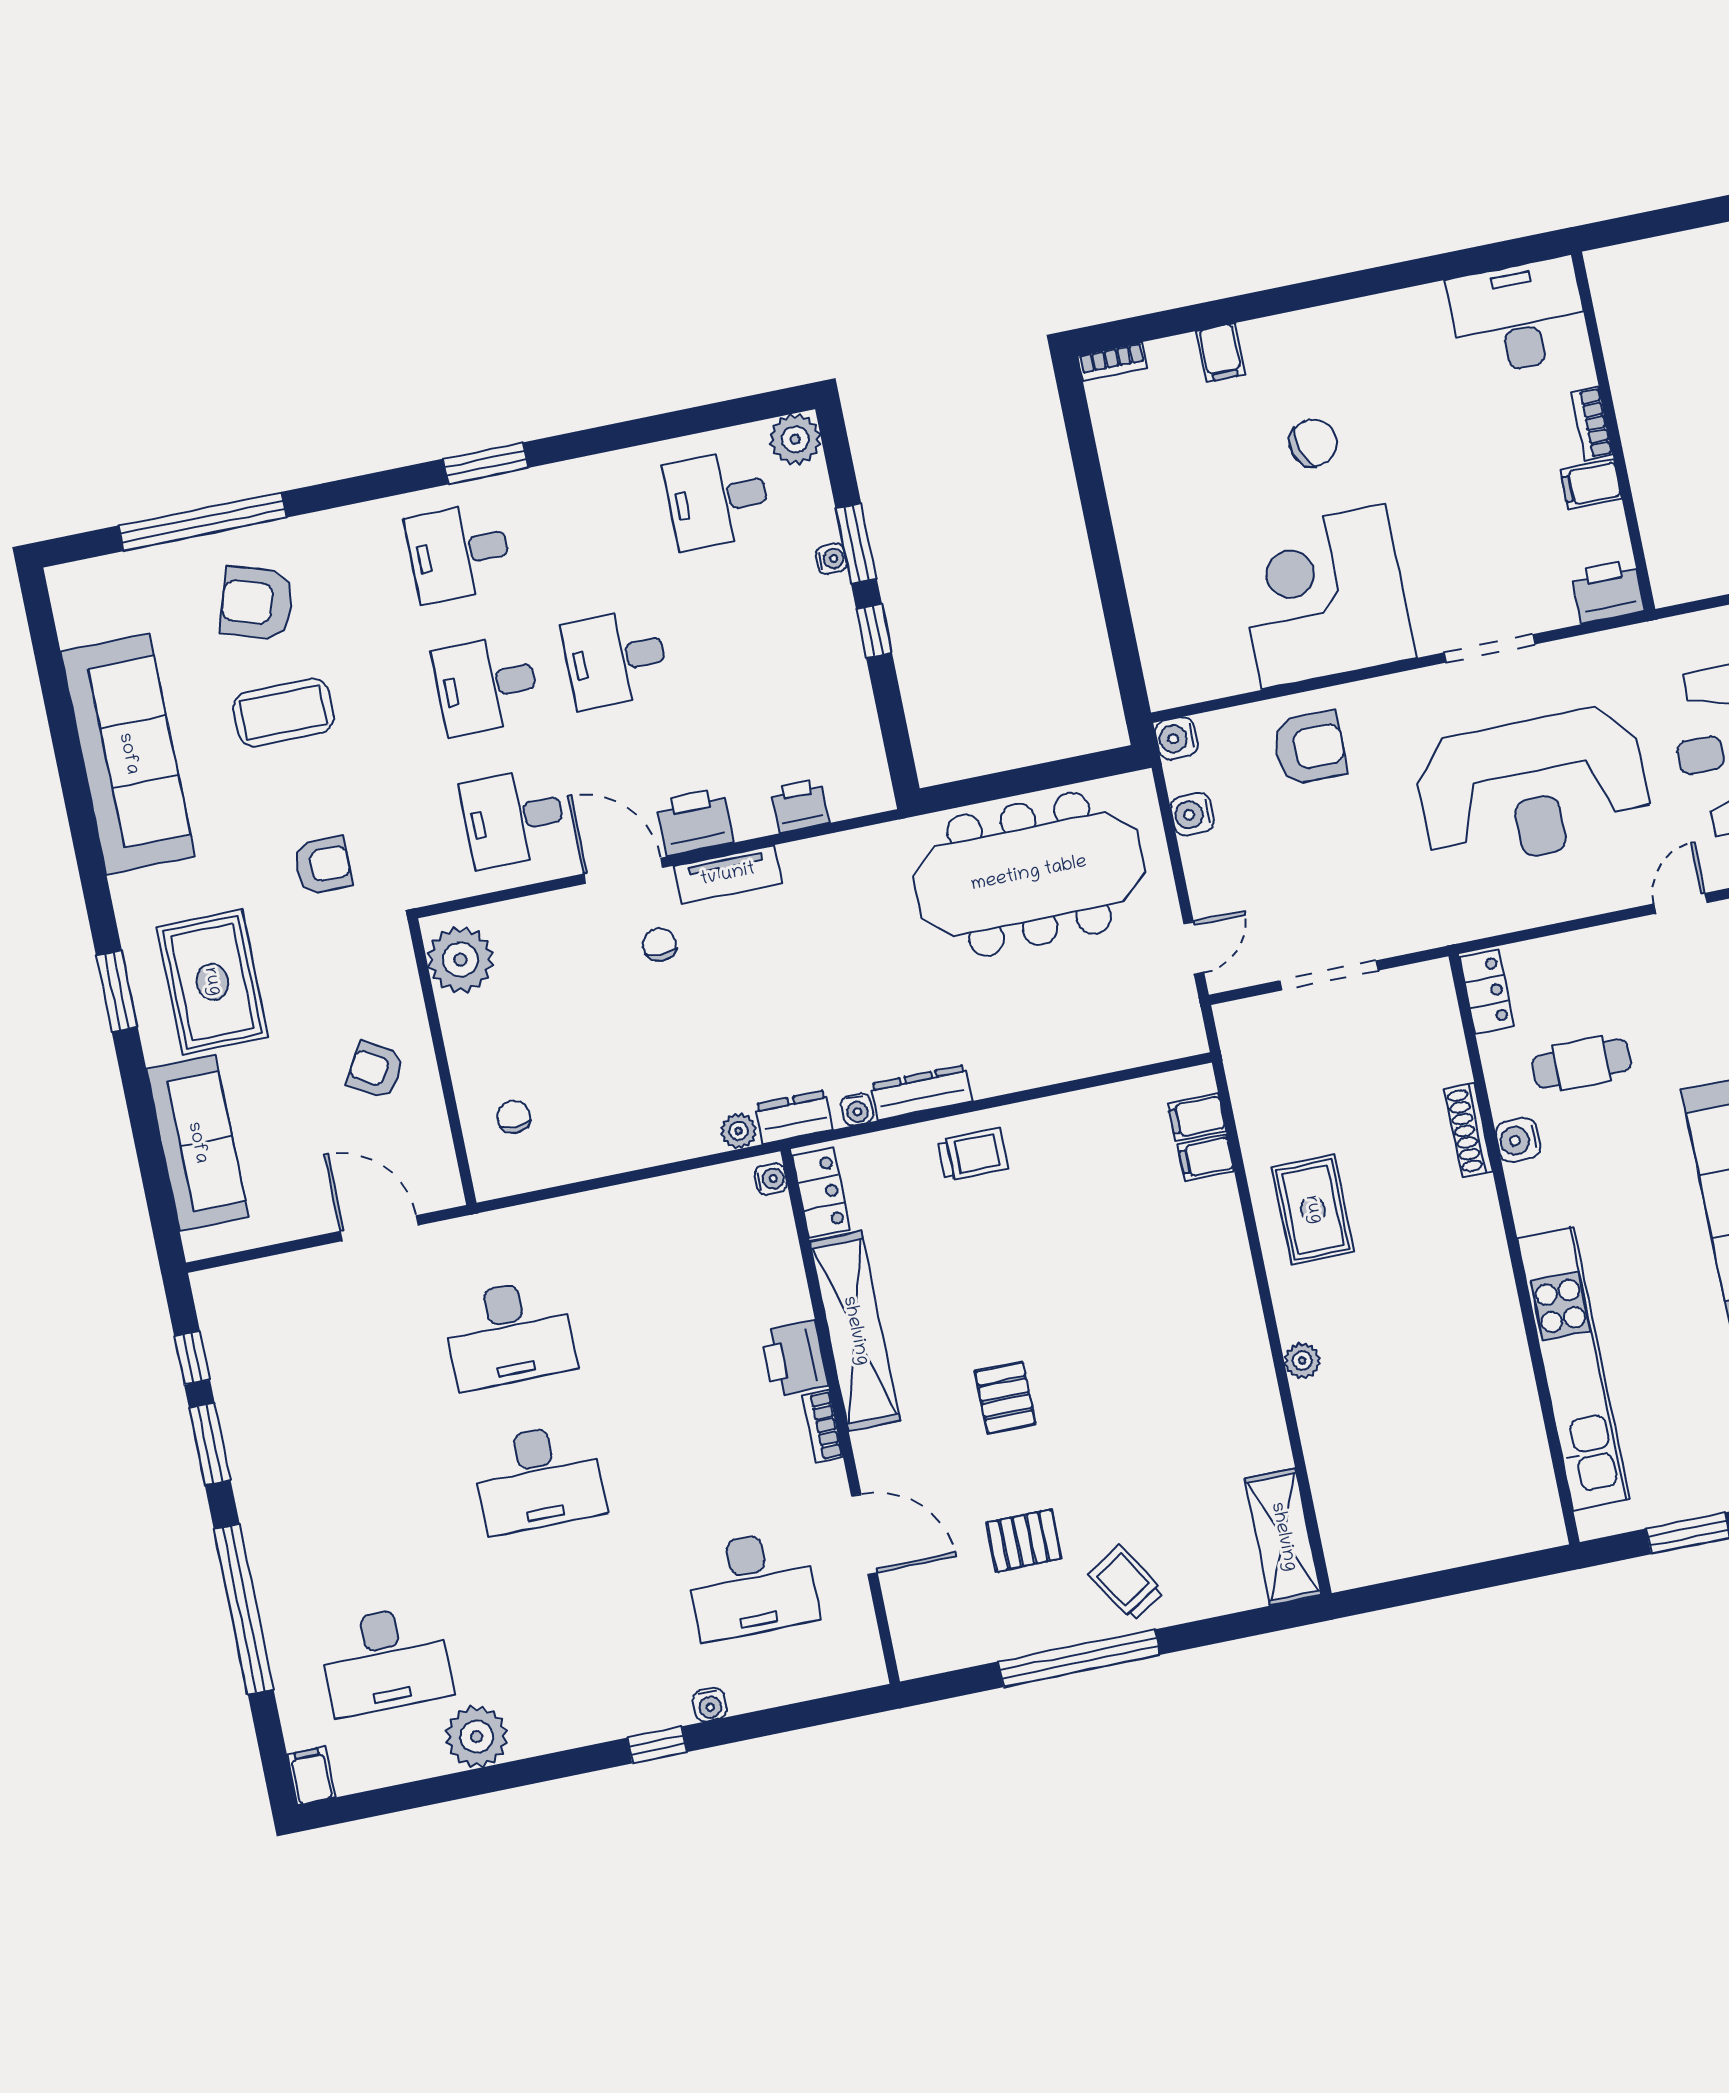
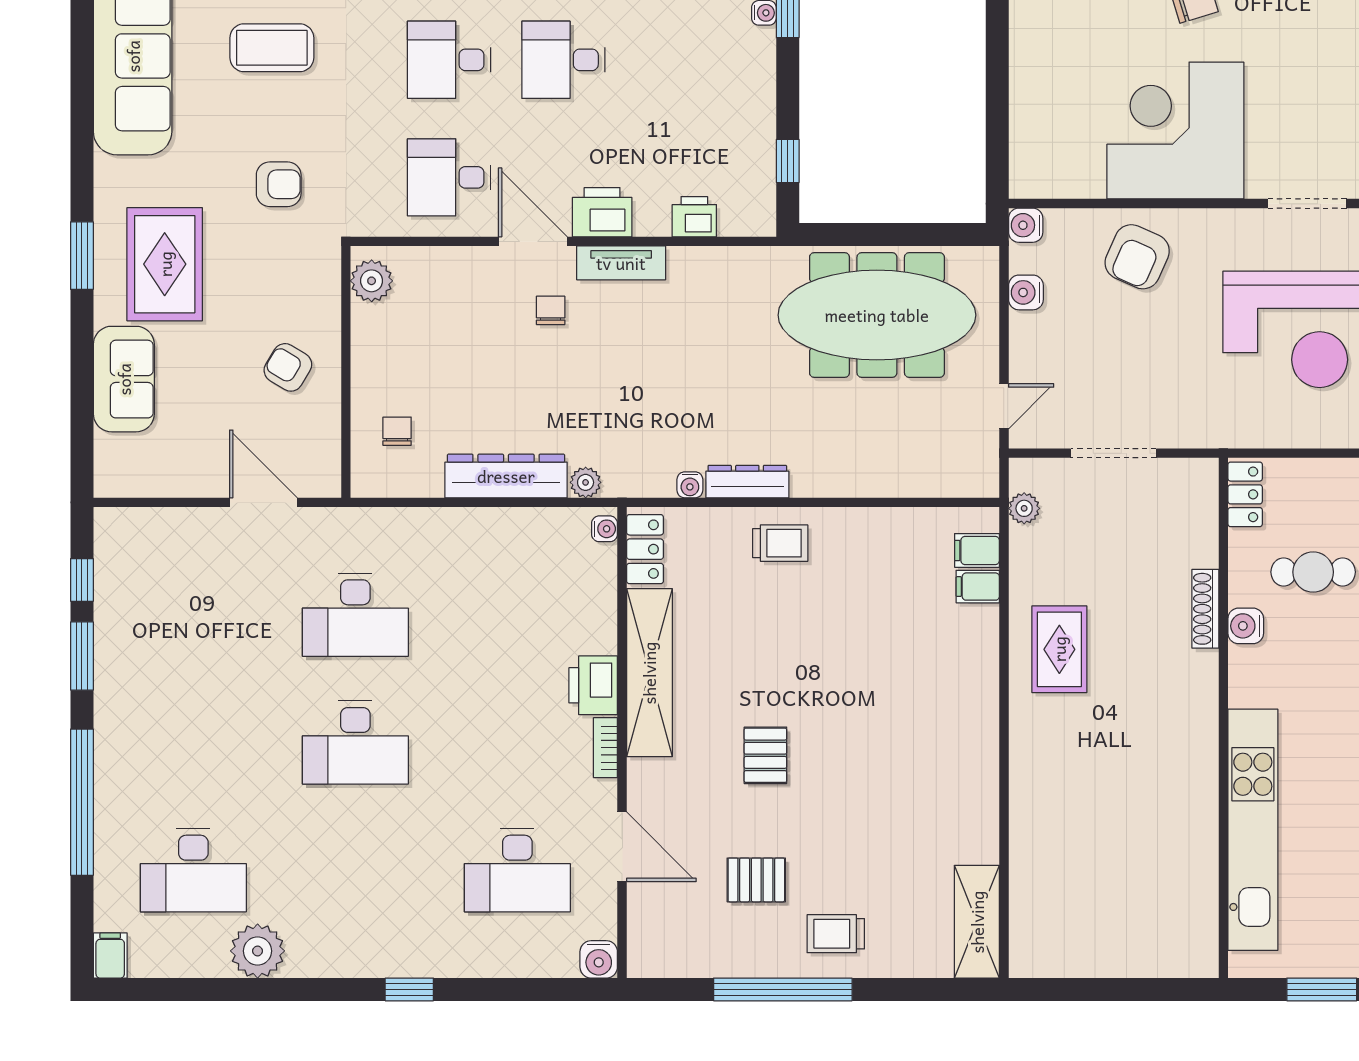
window: (874, 631) -> (788, 161), moved
armchair: (1310, 748) -> (1137, 257), turned 114
plant: (460, 960) -> (372, 281), width x0.73, depth x0.73
dresser: (794, 1117) -> (506, 476), moved, width x1.96, depth x1.24
sofa: (197, 1143) -> (124, 379), width x0.73
plant: (1302, 1360) -> (1024, 508), moved
trolley: (1126, 1583) -> (836, 934), turned -58
water cooler: (710, 1705) -> (599, 959), moved, width x1.38, depth x1.38

